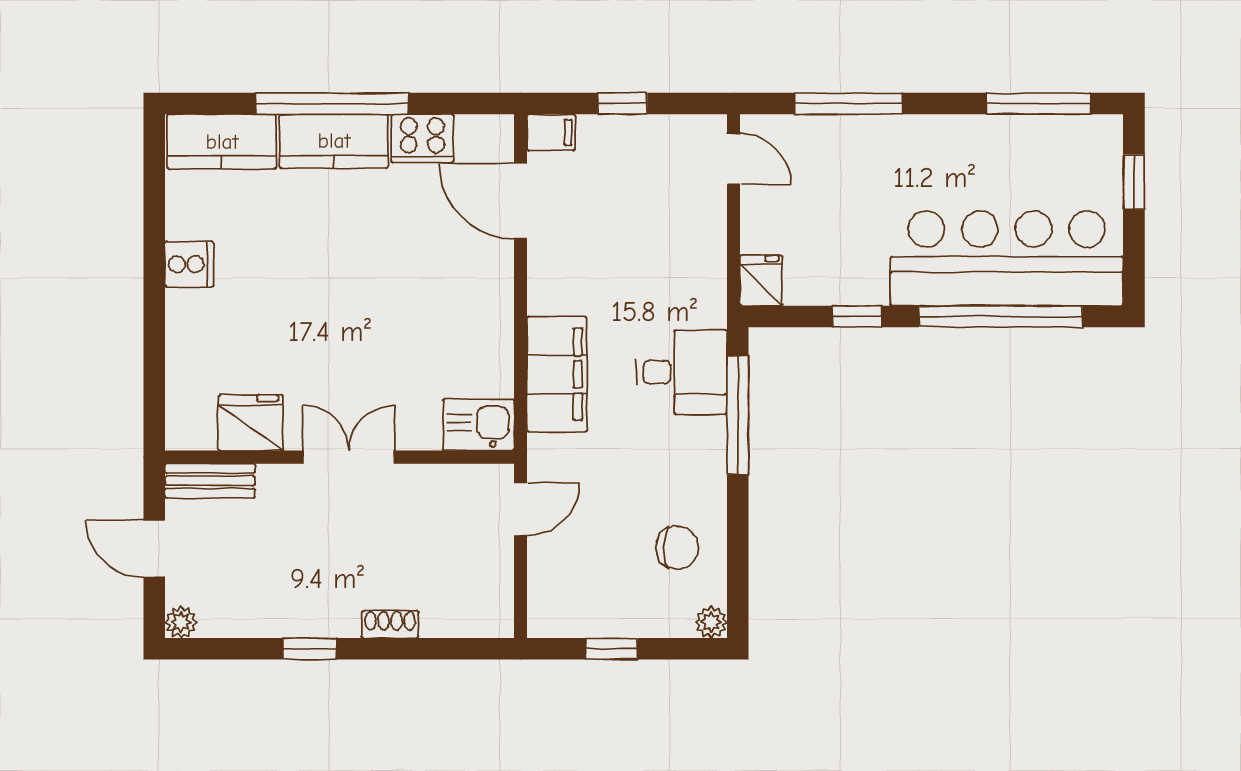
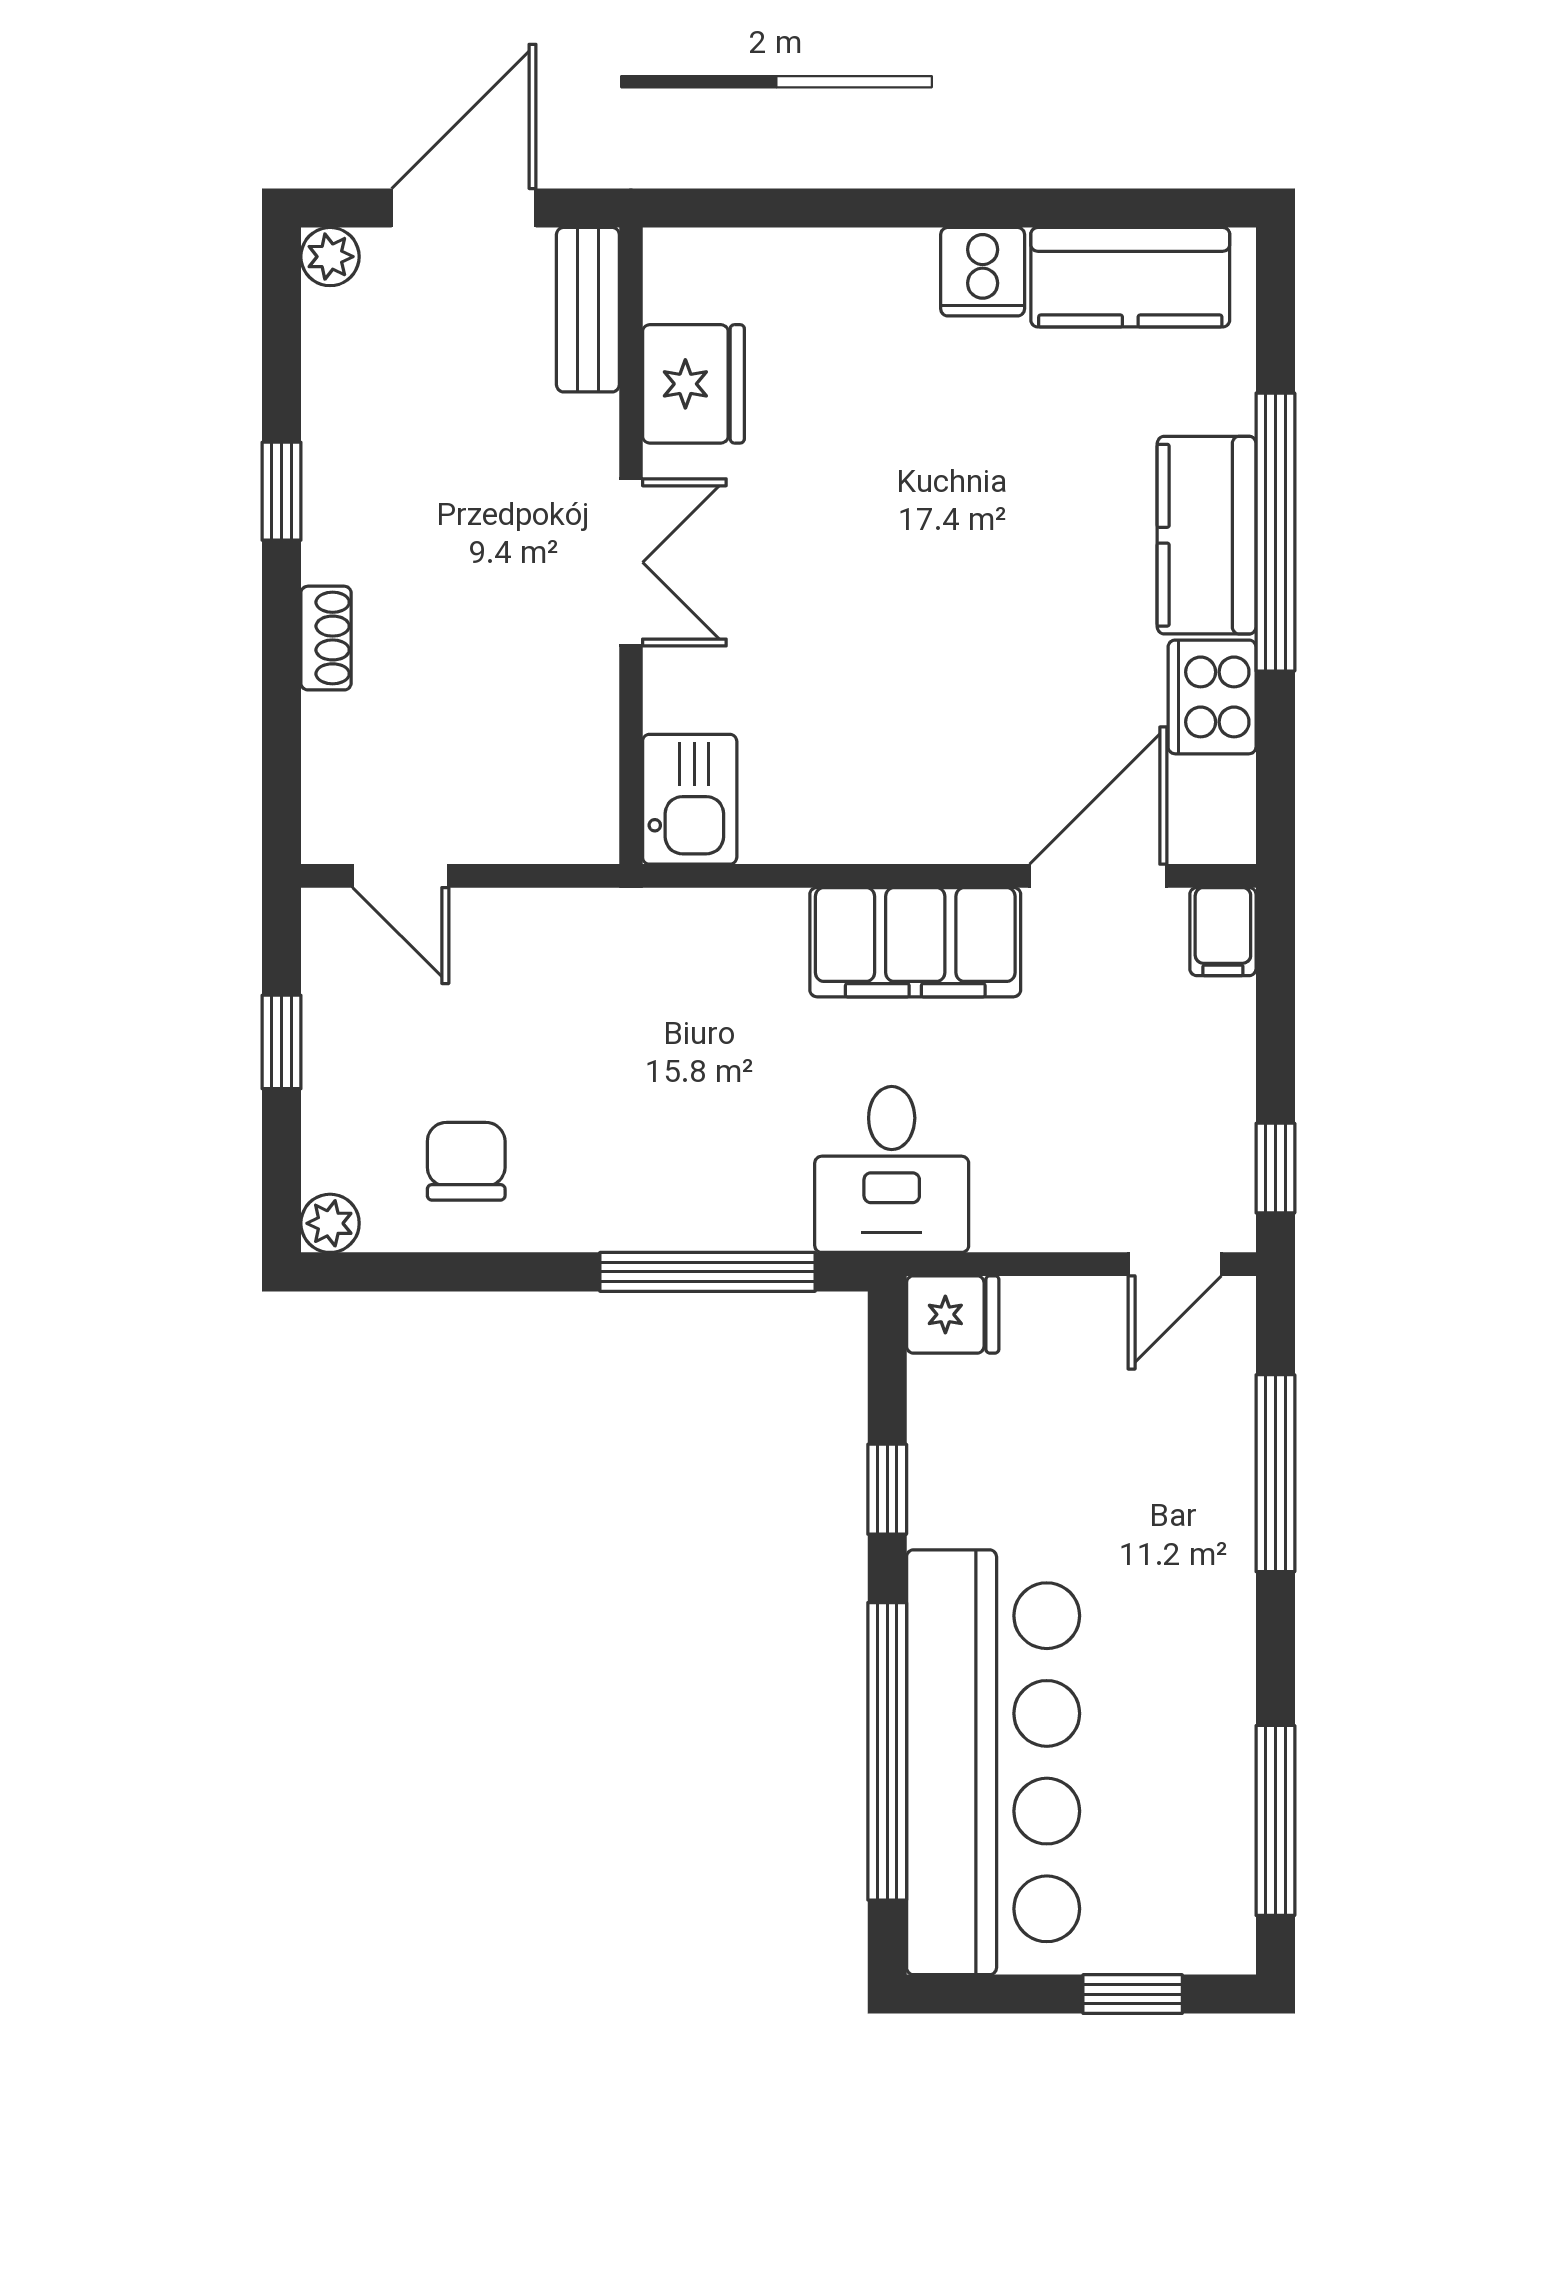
window: (622, 104) -> (1275, 1168), moved
kitchen counter: (222, 142) -> (1130, 277), moved, turned -90
desk: (682, 372) -> (892, 1169), moved
filing cabinet: (557, 374) -> (915, 942), moved
door: (521, 509) -> (401, 876), moved
chair: (677, 547) -> (466, 1161), turned 180
door: (154, 549) -> (464, 208), width x1.38

